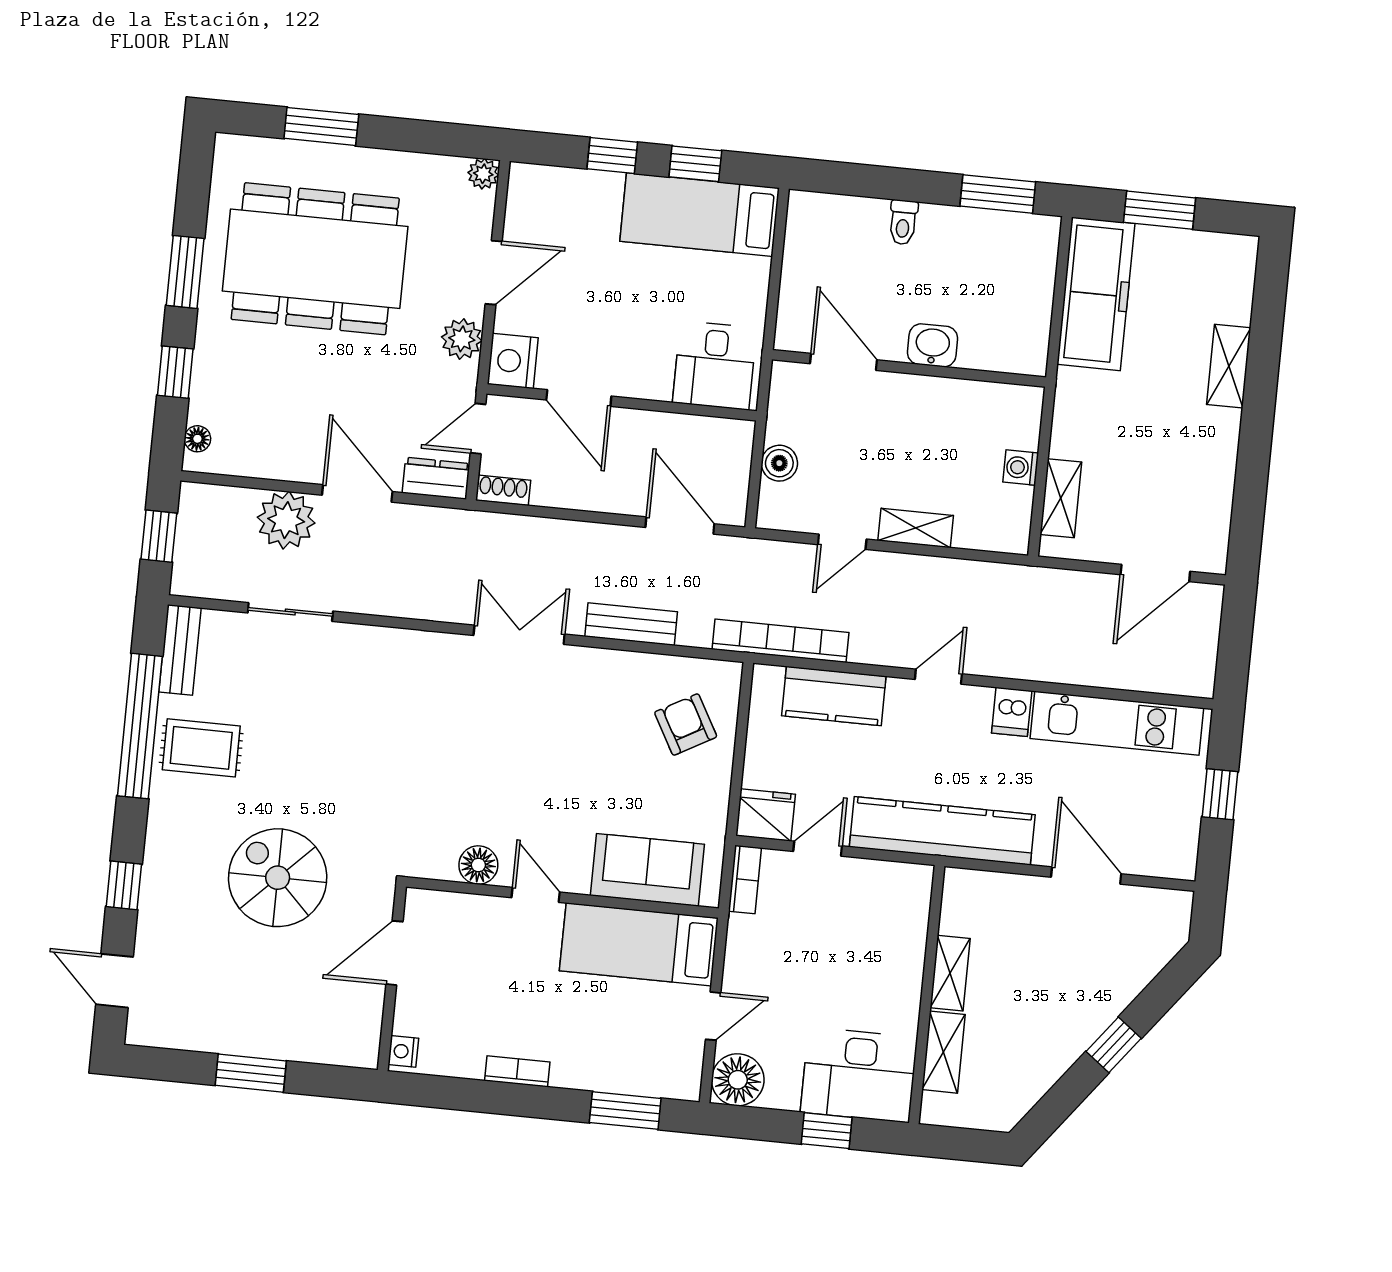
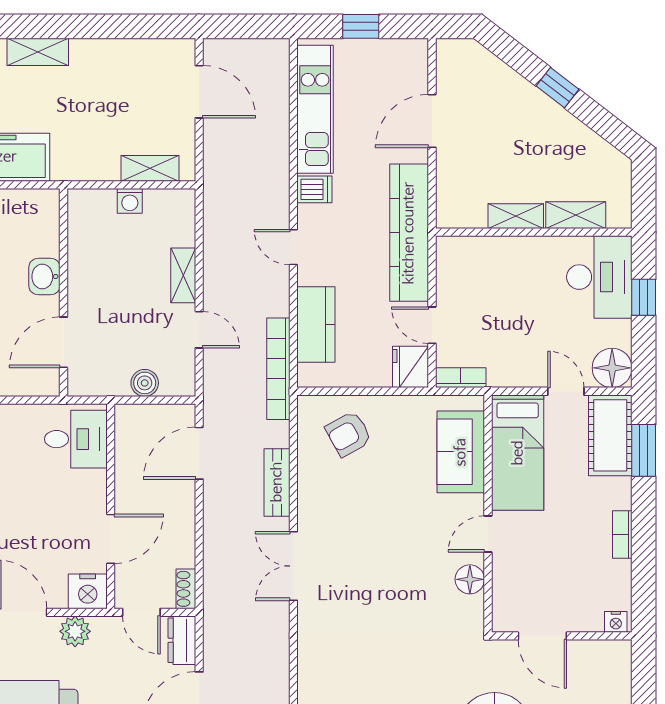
cot: (649, 1069) -> (610, 435), added

